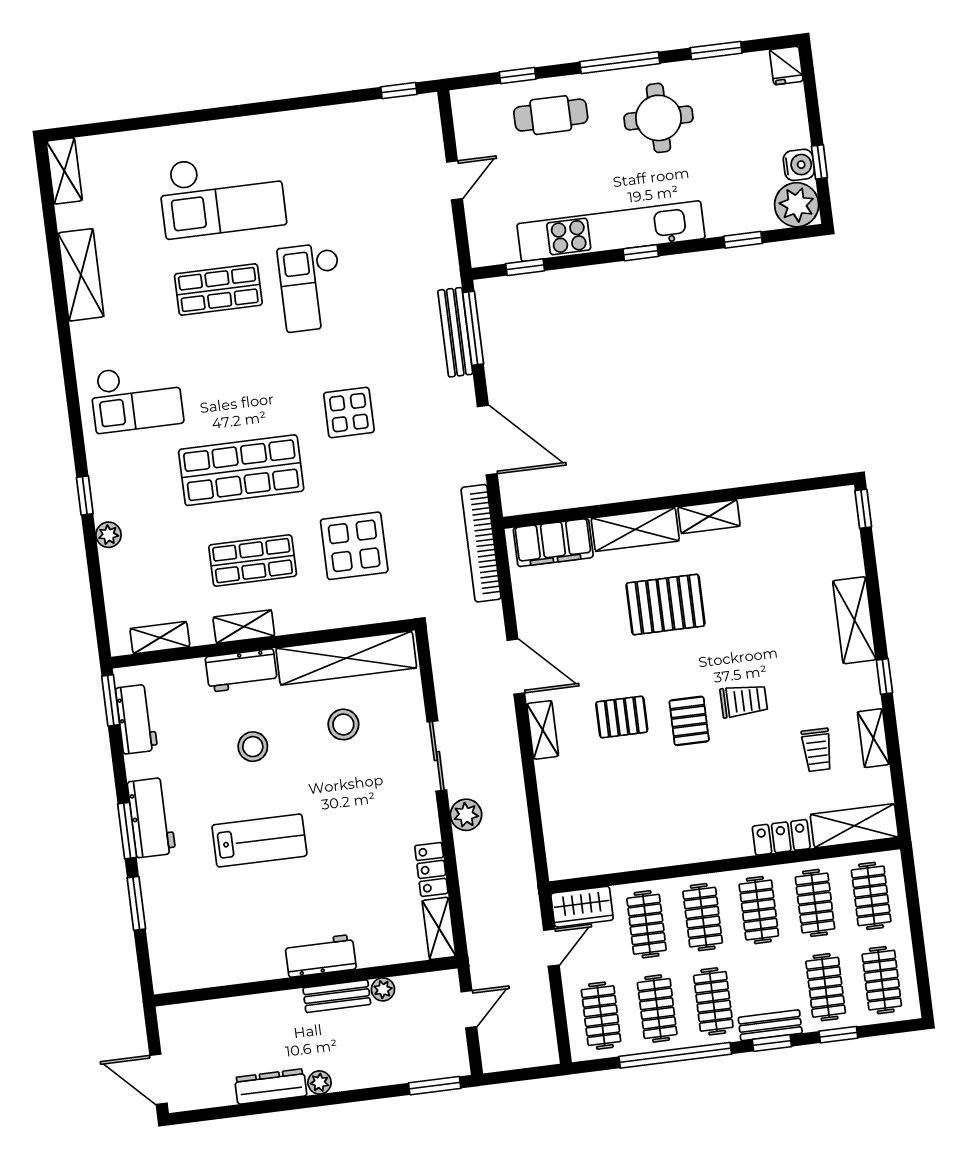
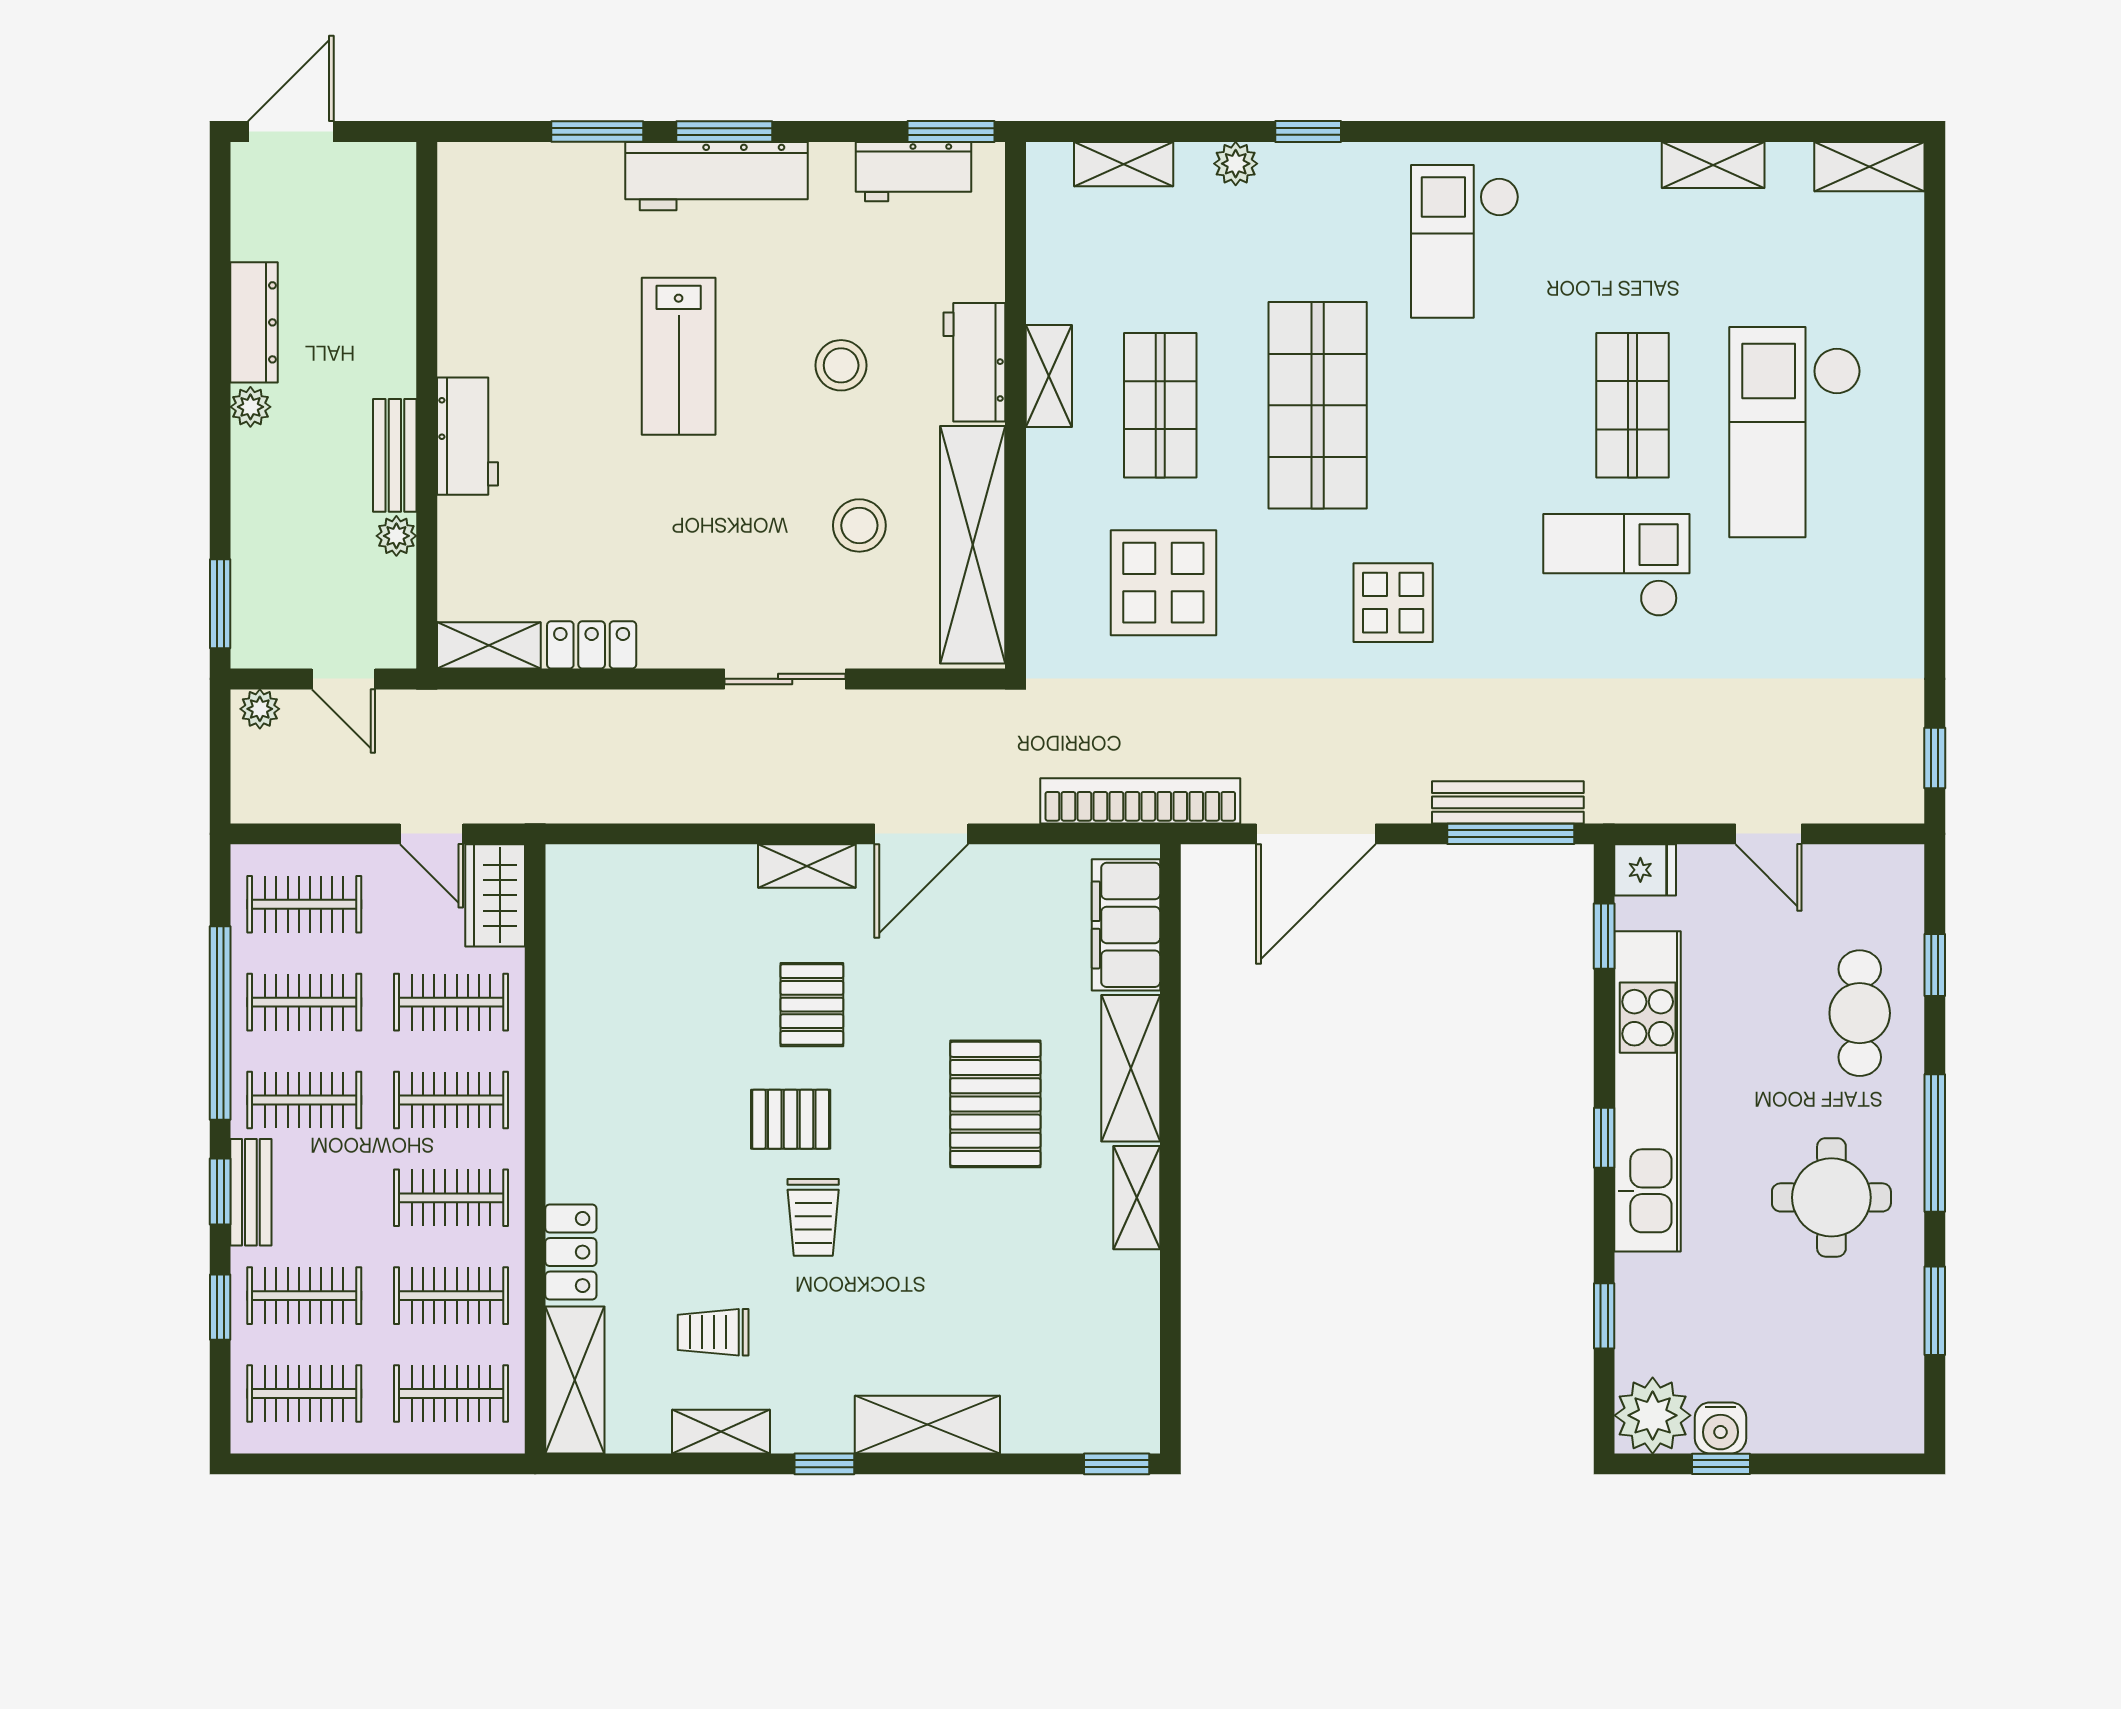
fridge: (786, 65) -> (1645, 870), moved, turned 180
shelving: (81, 275) -> (1713, 165), width x0.67, depth x0.75
shelving: (160, 638) -> (1124, 164), moved, turned 90
plant: (466, 815) -> (260, 709), moved, width x0.73, depth x0.73
workbench: (151, 818) -> (716, 176), width x1.38

